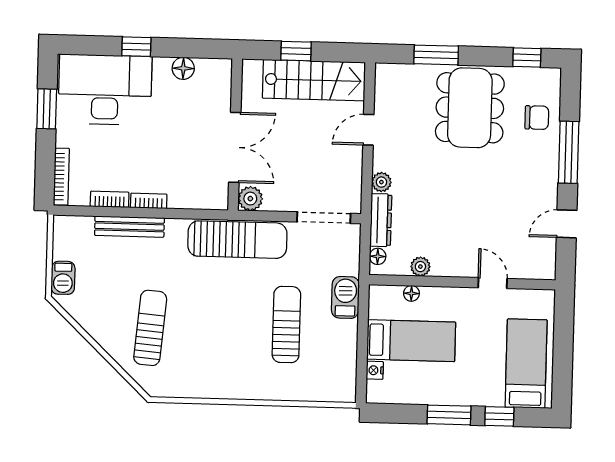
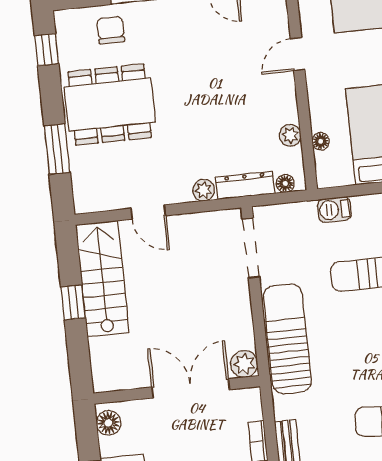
wall: (235, 135) -> (177, 390), moved
double door: (235, 147) -> (191, 388), moved
plant: (250, 199) -> (244, 364), moved
barbecue: (345, 297) -> (334, 210), width x0.73, depth x0.79

